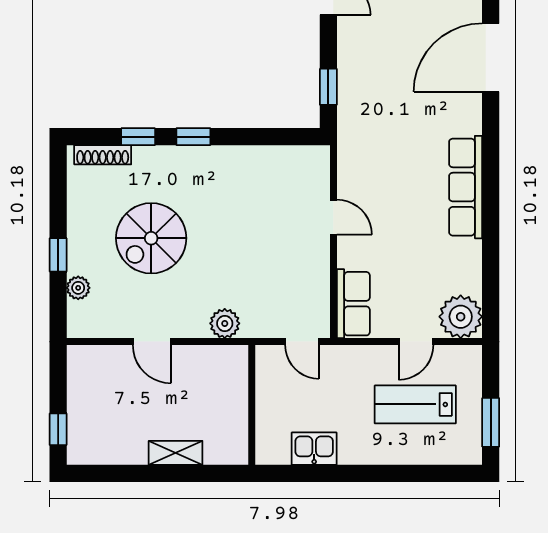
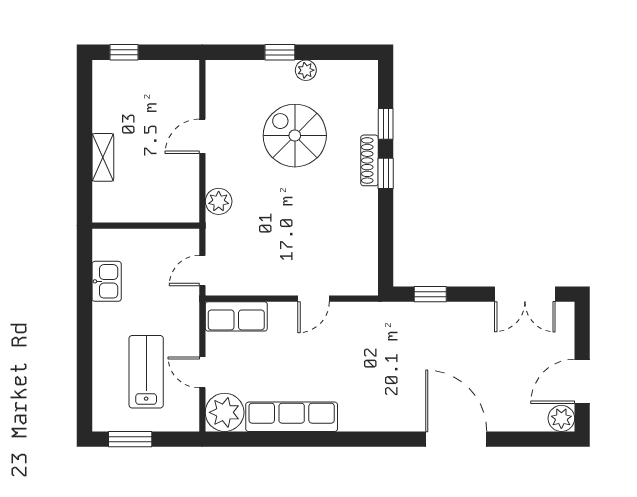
shoe rack: (103, 155) -> (369, 160), moved
row of seats: (466, 187) -> (292, 417), moved
plant: (78, 288) -> (306, 70), moved

